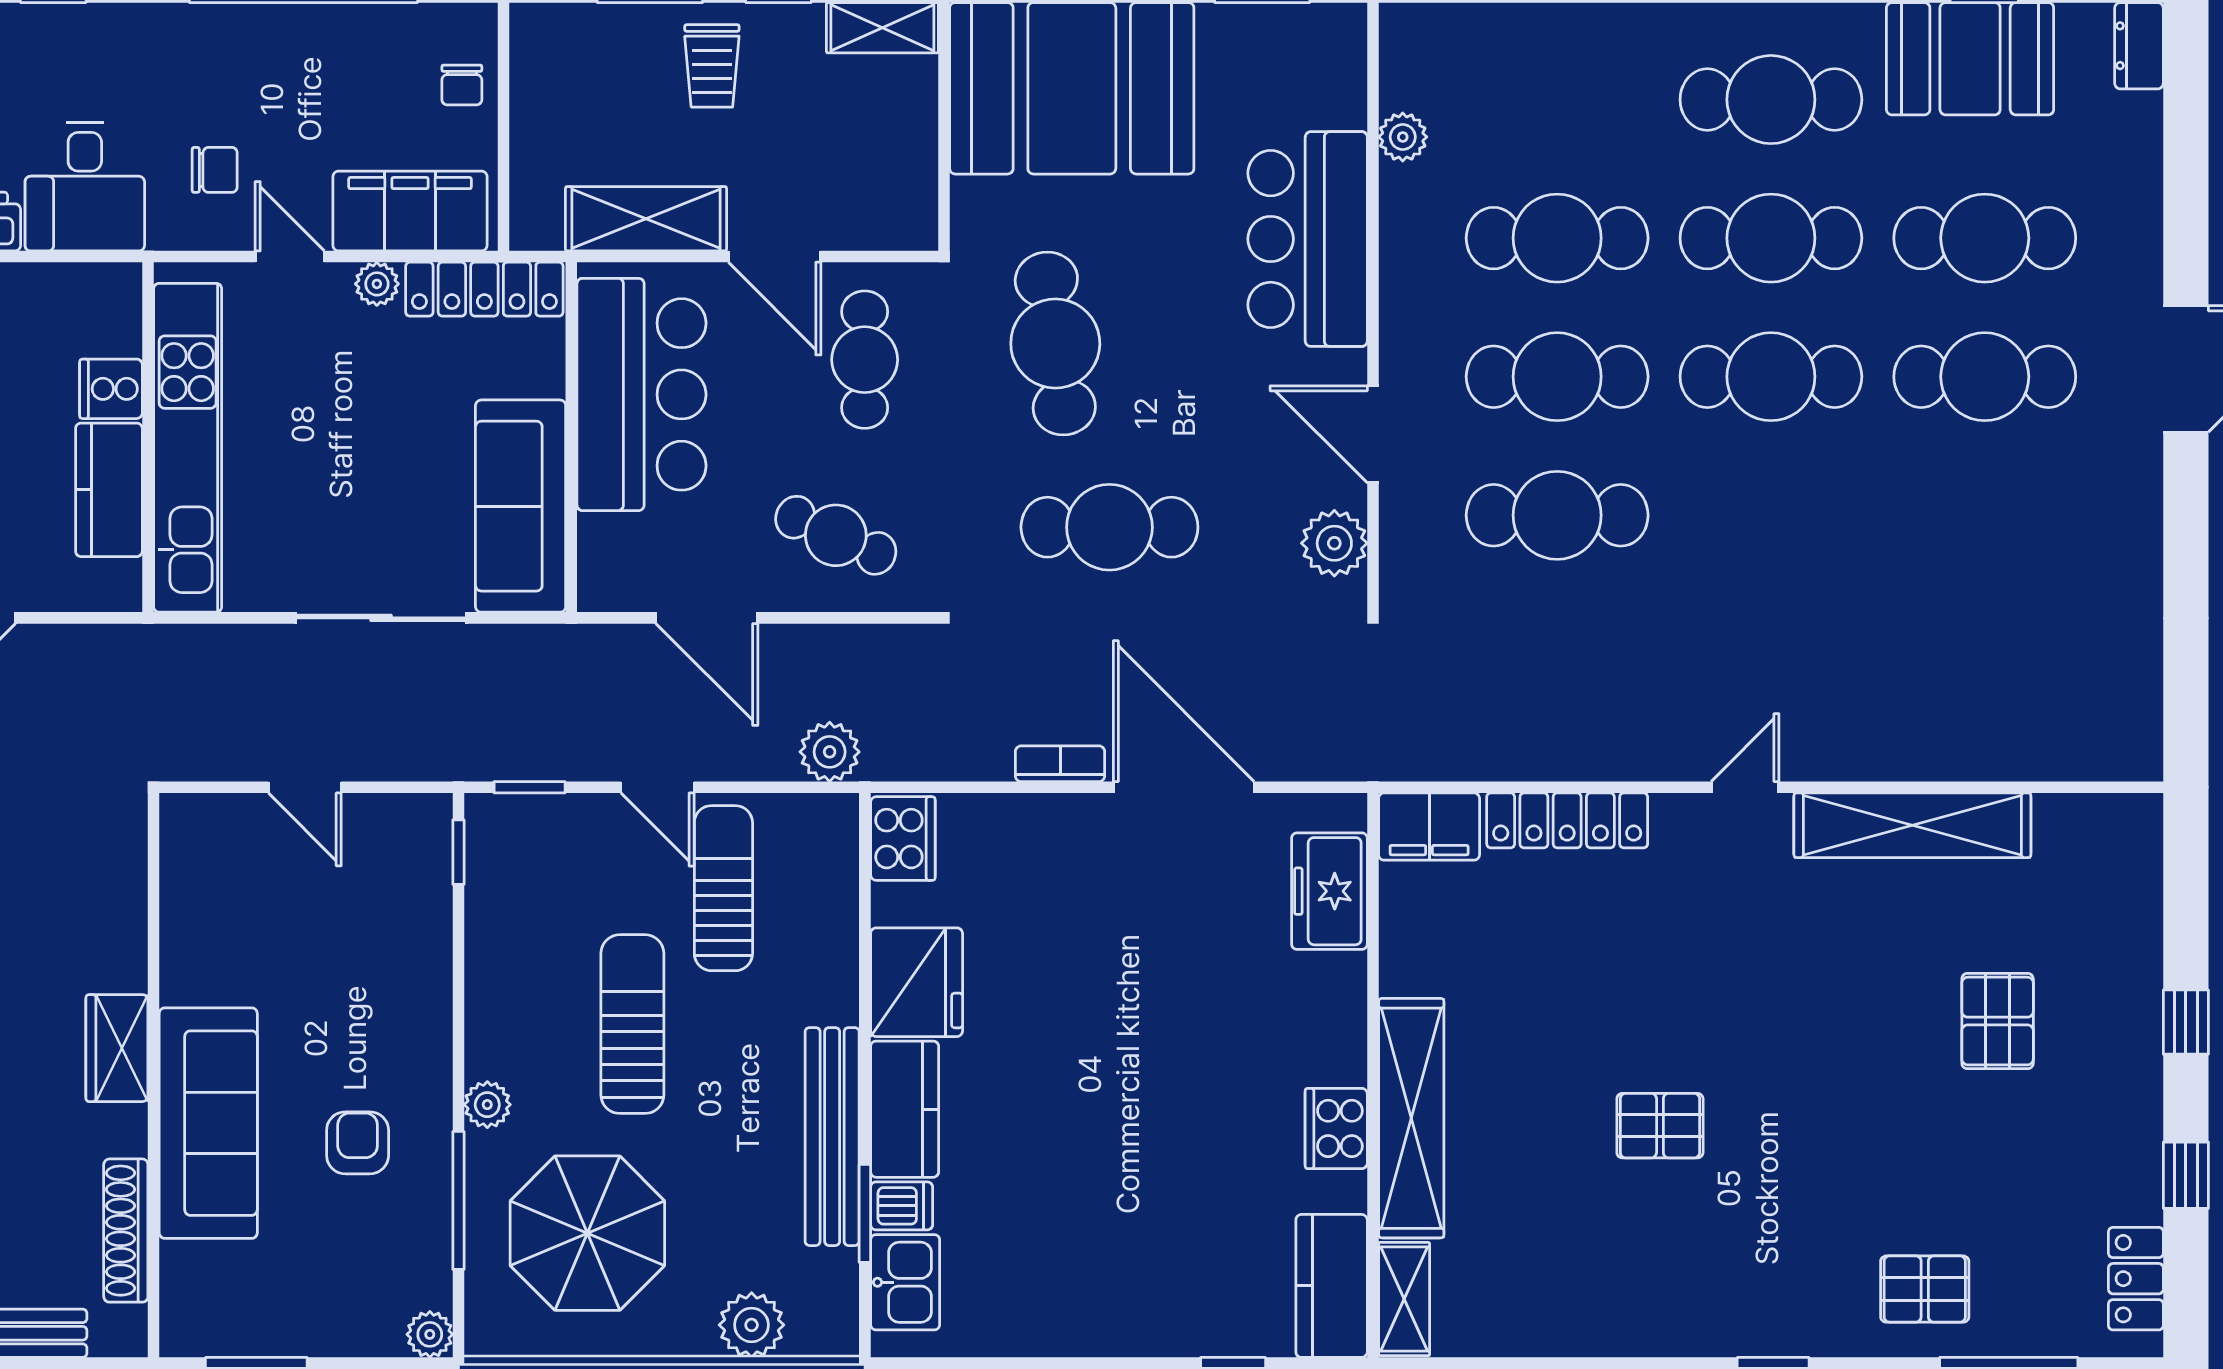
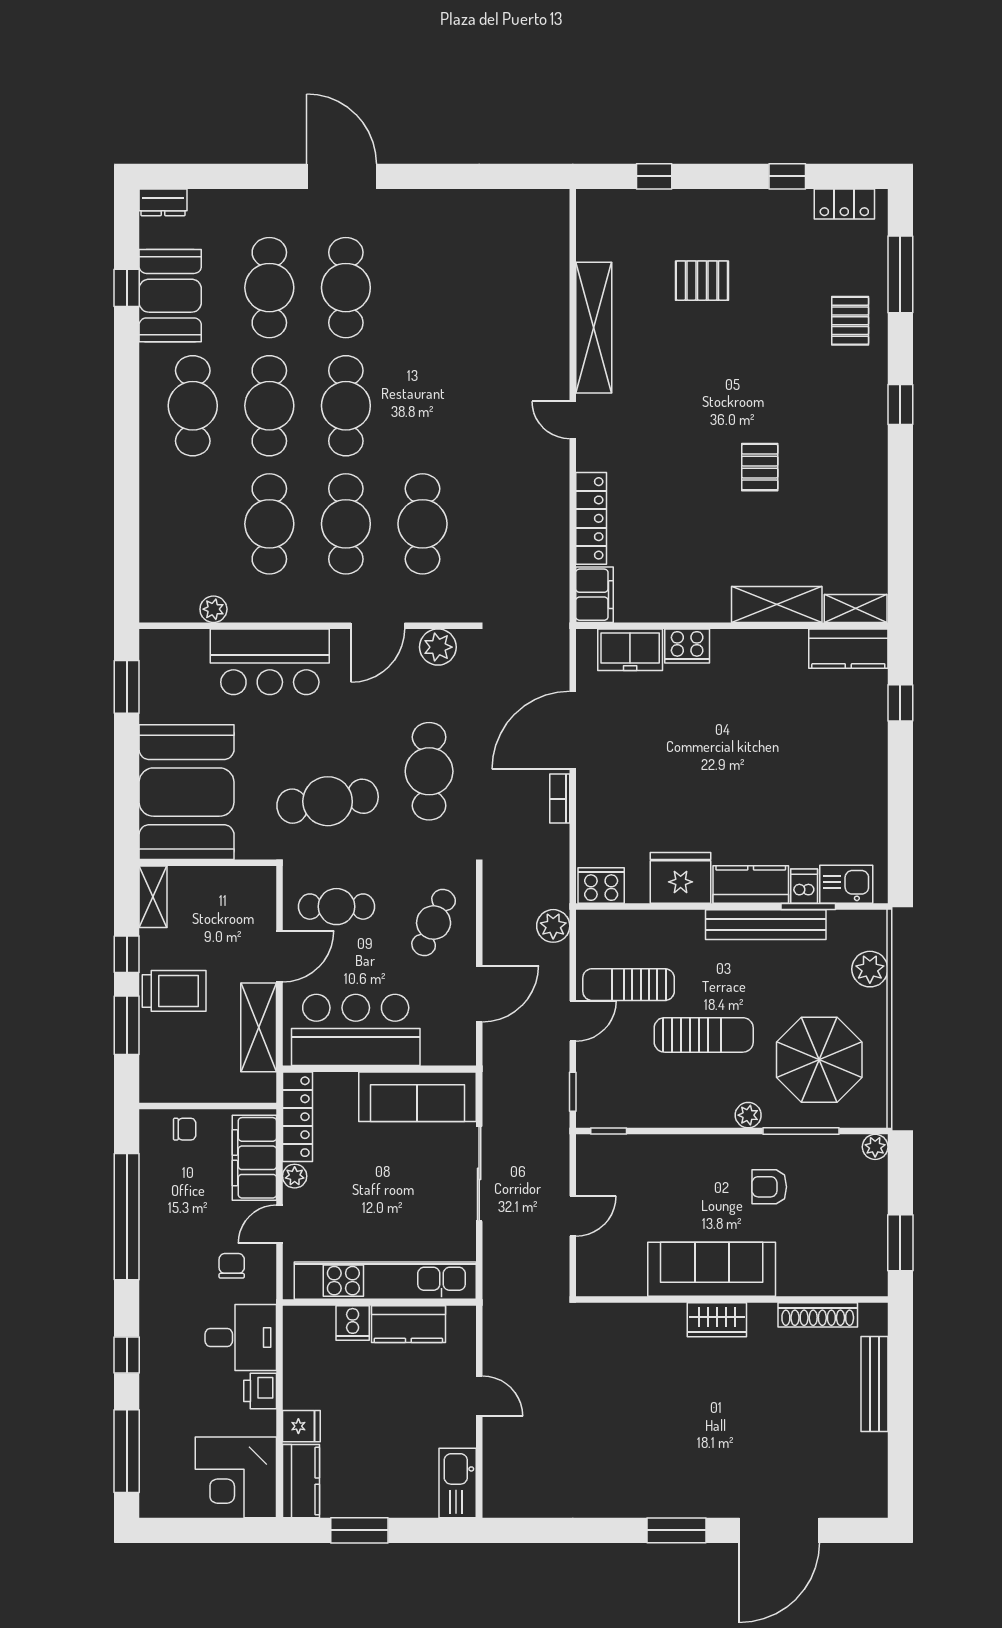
trolley: (712, 66) -> (174, 991), width x1.36, depth x1.39
window: (2186, 1022) -> (654, 176), moved
sun lounger: (632, 1024) -> (704, 1035), turned 180
shelving: (1411, 1118) -> (777, 605), width x0.68
sofa: (208, 1123) -> (712, 1269), moved
cooker: (1336, 1128) -> (687, 646), moved

